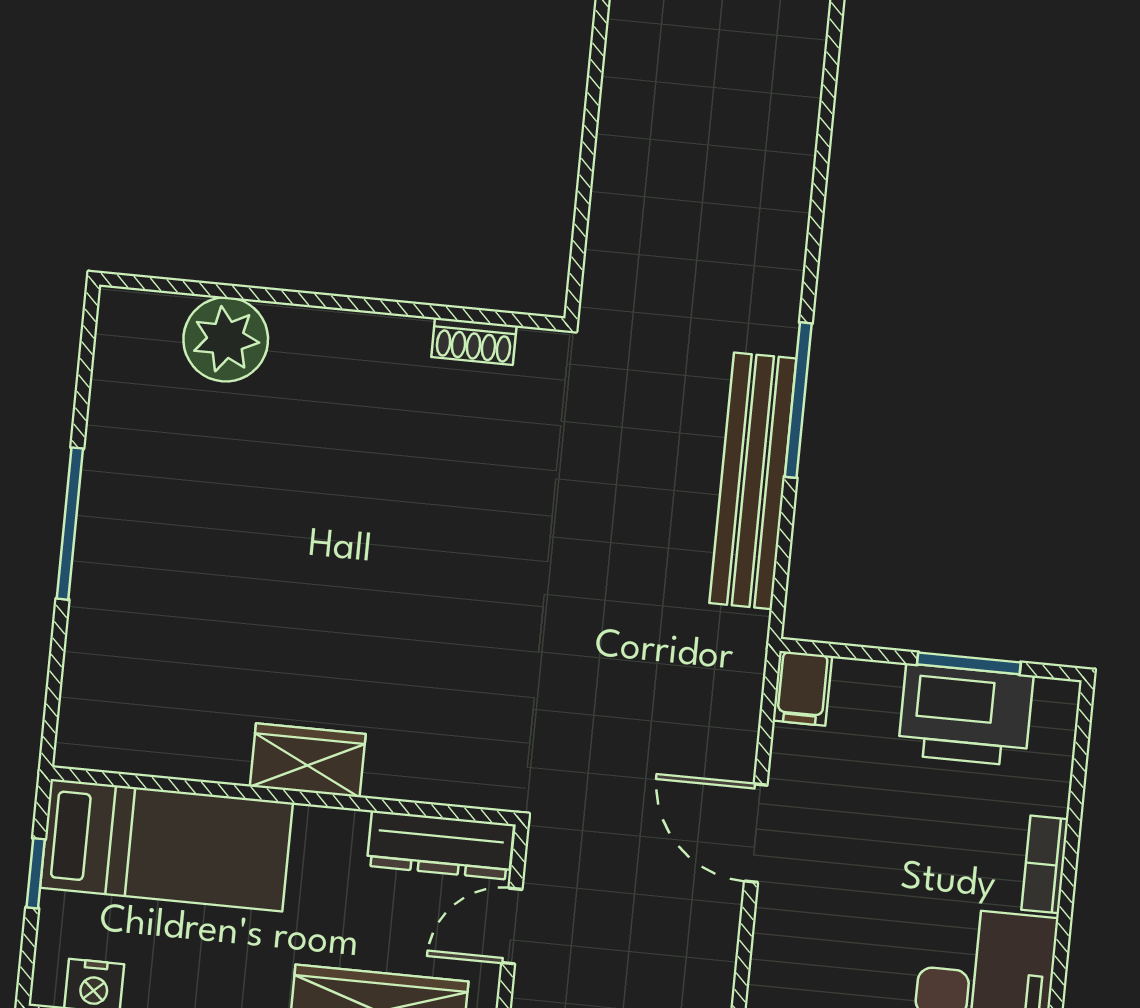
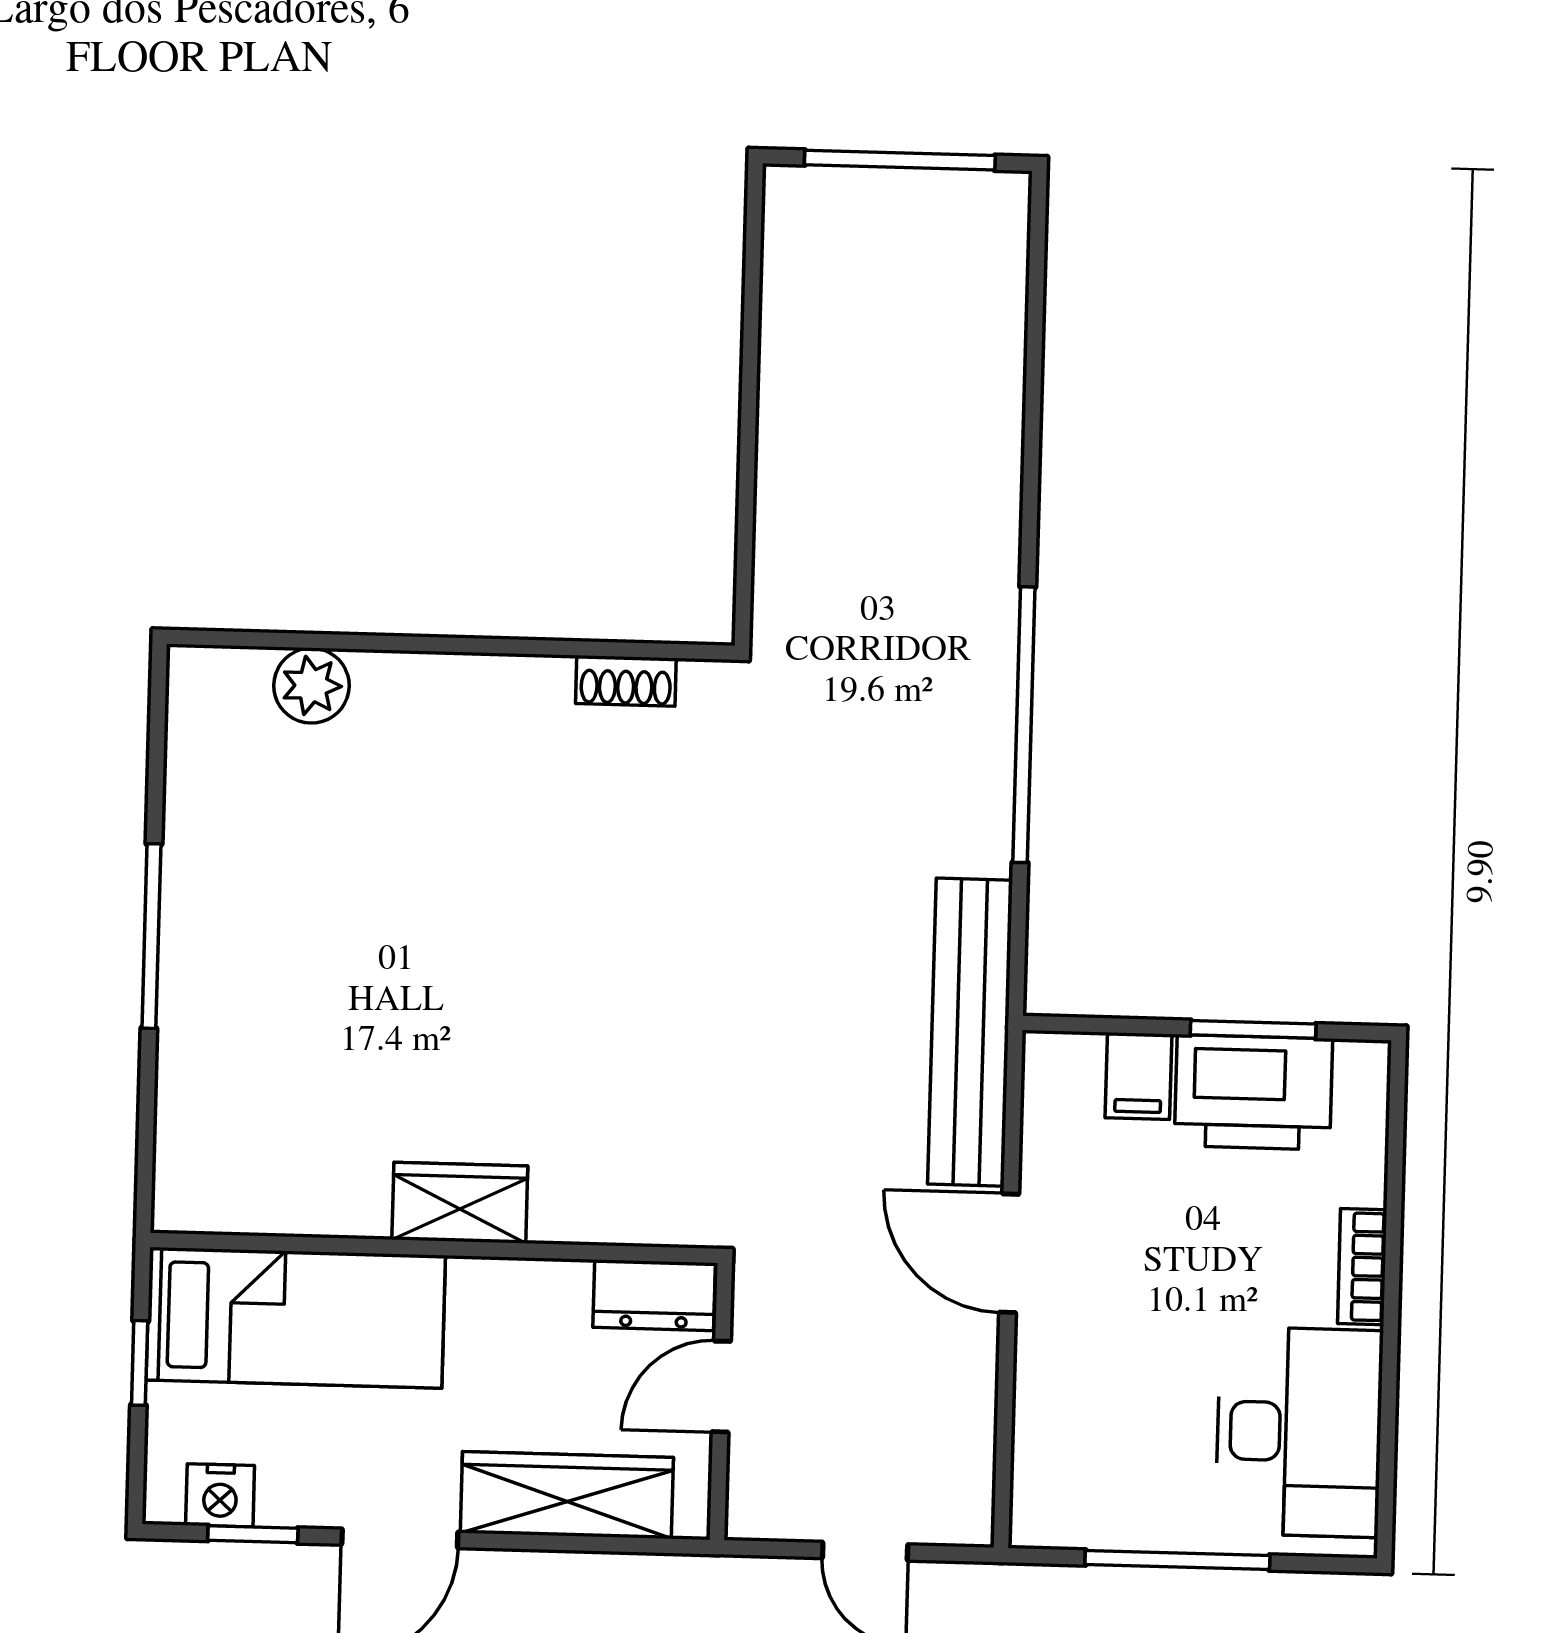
plant: (226, 339) -> (311, 686), width x0.73, depth x0.73
window: (798, 400) -> (1024, 725), width x1.46
bench: (753, 481) -> (970, 1032), moved
filing cabinet: (802, 688) -> (1138, 1076), moved
dresser: (440, 845) -> (654, 1295), width x0.70

